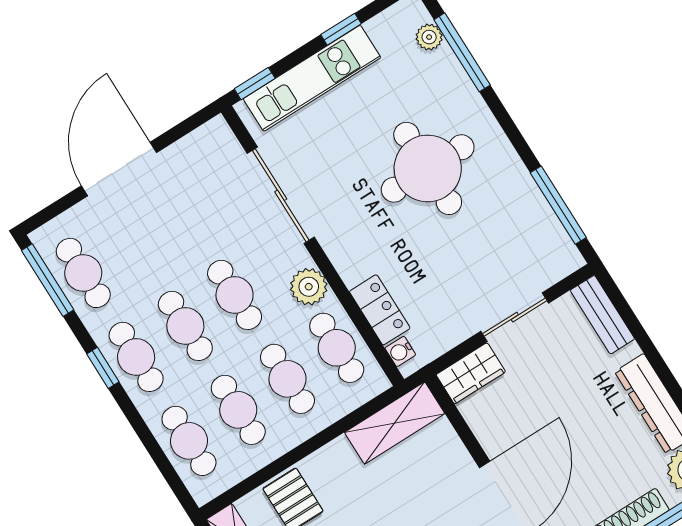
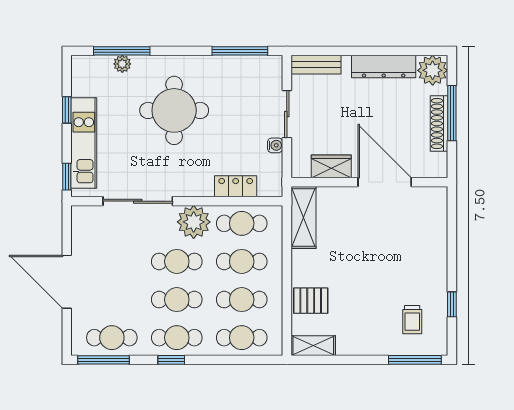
plant: (429, 37) -> (122, 64), moved
plant: (309, 287) -> (194, 222), width x1.36, depth x1.36
water cooler: (400, 351) -> (275, 145), moved, turned -90
wardrobe: (471, 373) -> (331, 166), moved, turned -90

